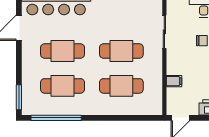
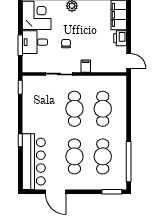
filing cabinet: (174, 81) -> (86, 66), moved

